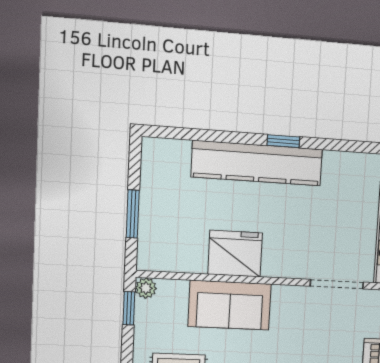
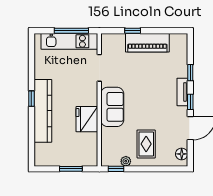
plant: (146, 288) -> (126, 161), moved
sofa: (230, 305) -> (112, 107), moved

